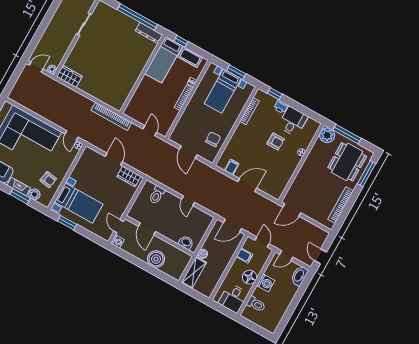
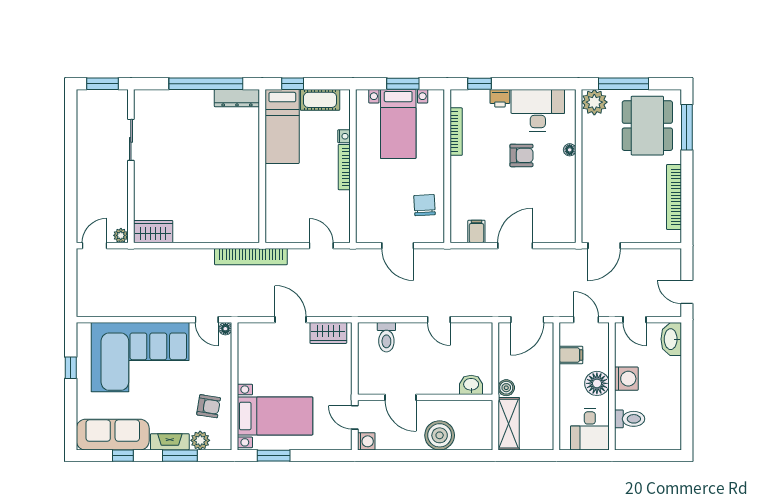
desk: (293, 121) -> (538, 110), width x1.37
door: (286, 256) -> (635, 320), hinge flipped

